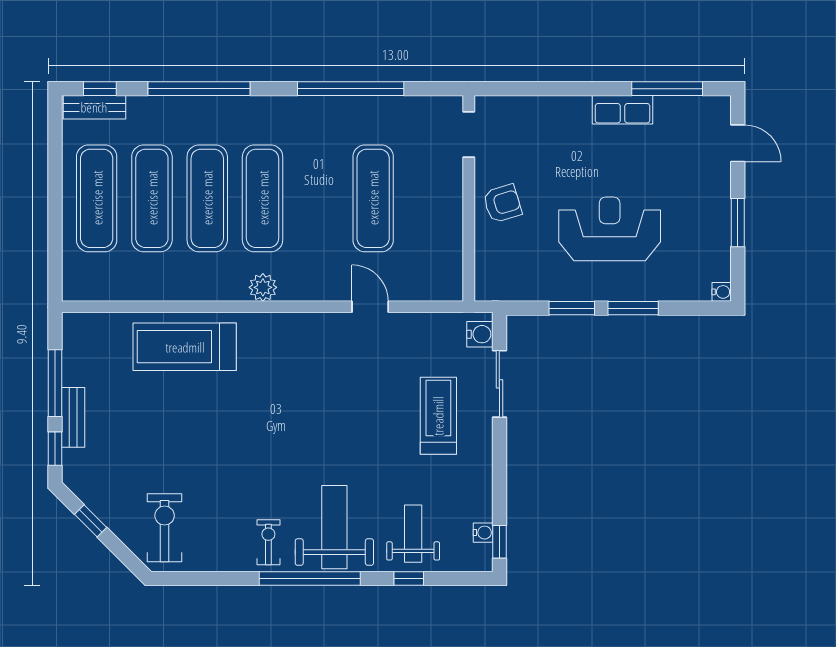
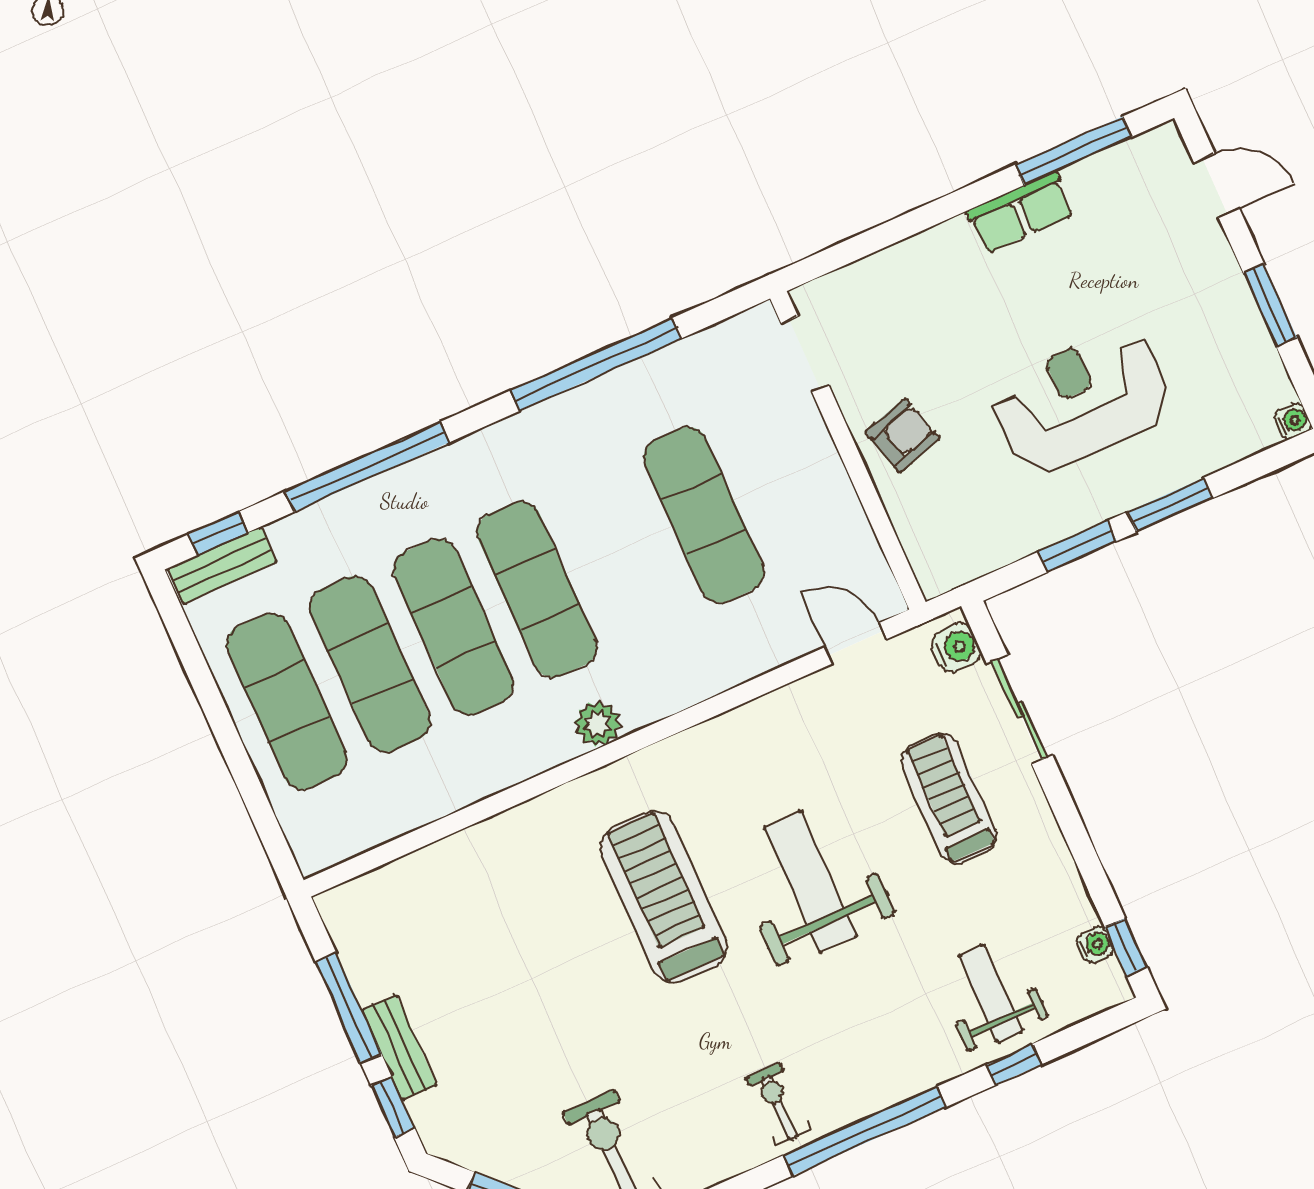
door: (370, 307) -> (856, 643), moved
treadmill: (185, 347) -> (664, 897), moved, turned 90
weight bench: (334, 527) -> (811, 882), moved

